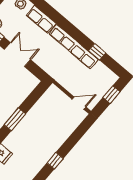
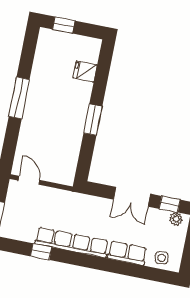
door: (79, 103) -> (29, 180), swing flipped
window: (55, 161) -> (19, 98), width x2.17

